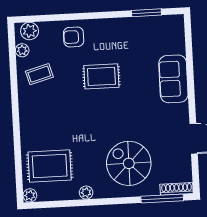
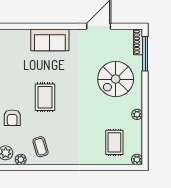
rug: (50, 166) -> (114, 142), width x0.73, depth x0.70

